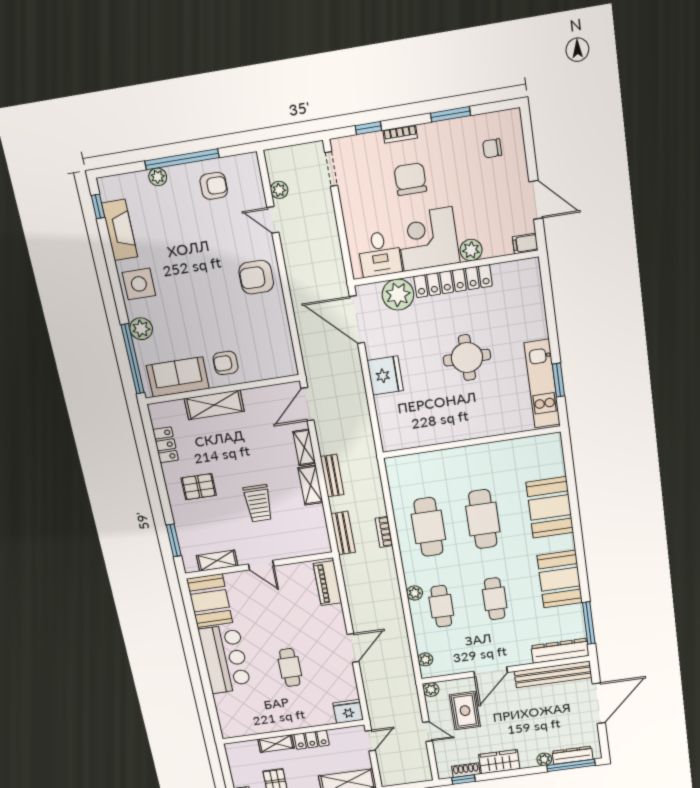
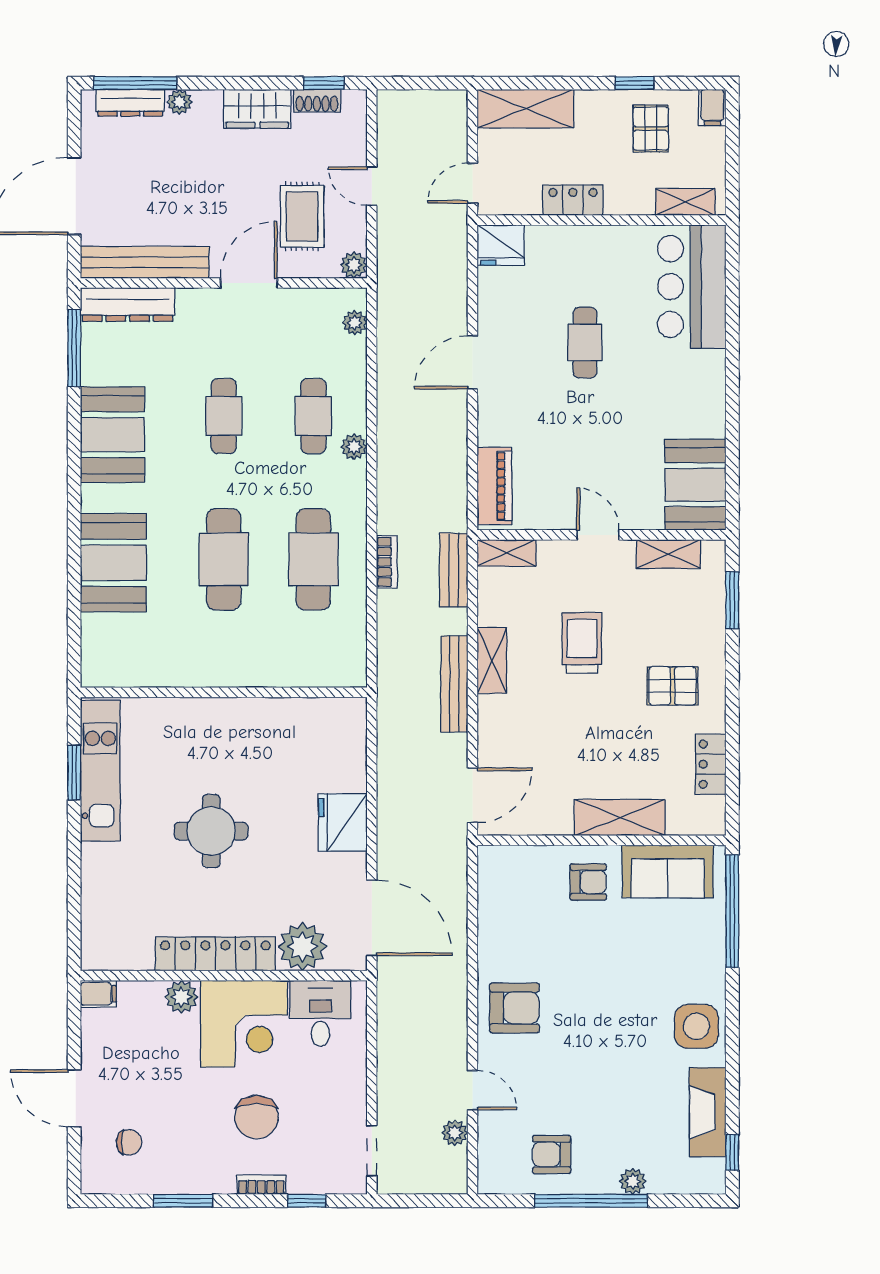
door: (536, 200) -> (74, 1098), moved
plant: (141, 329) -> (708, 957), removed
shelving: (304, 447) -> (507, 553), moved, turned 90
bench: (332, 476) -> (454, 684), width x1.36
bar counter: (225, 659) -> (692, 286), moved
shelving: (276, 744) -> (685, 202), moved

